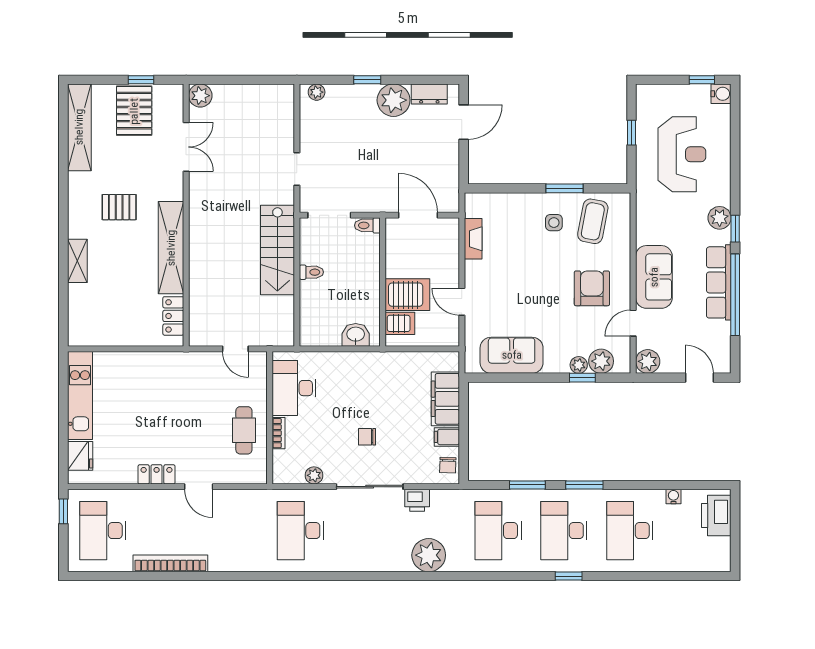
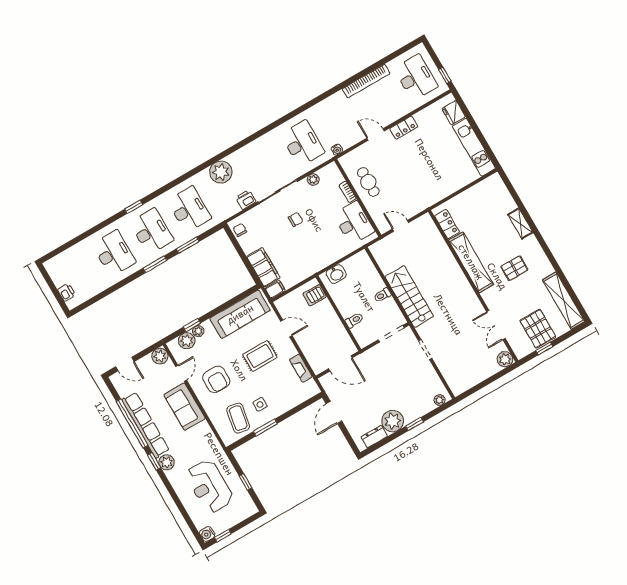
door: (464, 122) -> (334, 413), moved
toilet: (367, 225) -> (354, 320), moved
row of seats: (719, 282) -> (146, 425), width x1.36
rug: (517, 286) -> (260, 356), added
server rack: (407, 295) -> (320, 314), removed
sofa: (512, 355) -> (240, 314), width x1.36
filing cabinet: (447, 437) -> (275, 290), moved
water cooler: (673, 496) -> (337, 150), moved
printer: (716, 516) -> (66, 292), width x0.53, depth x0.68

